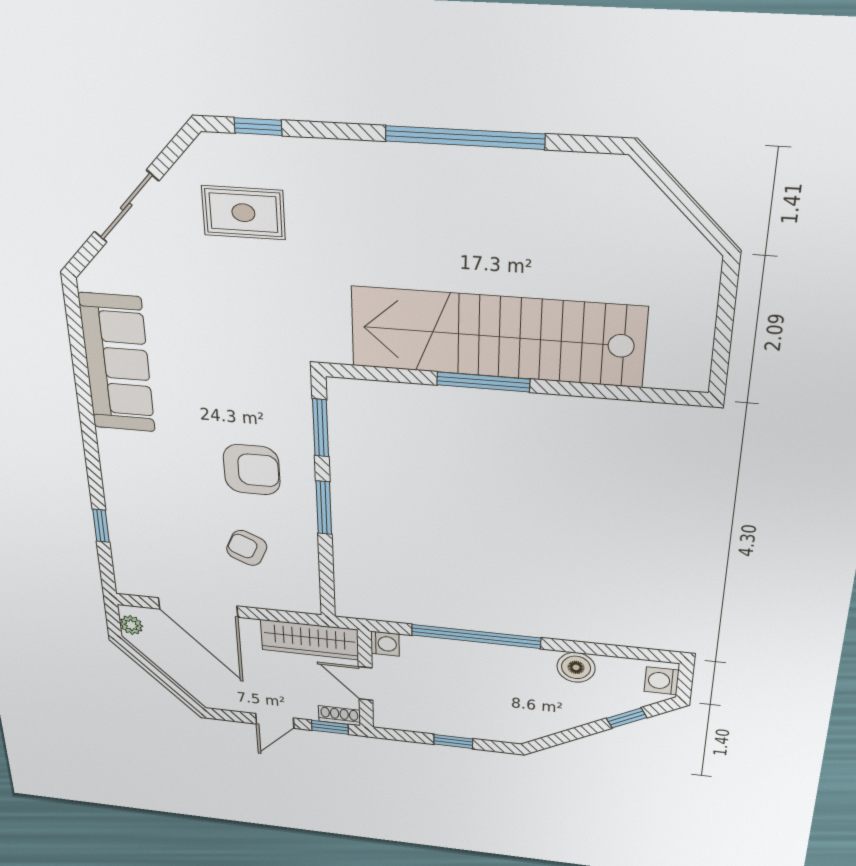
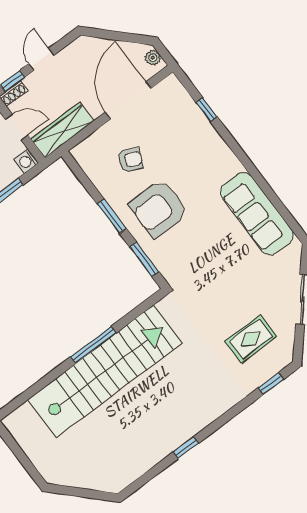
window: (465, 138) -> (186, 448), width x0.32
armchair: (252, 470) -> (159, 208), width x1.36, depth x1.36
door: (198, 607) -> (128, 100), hinge flipped

